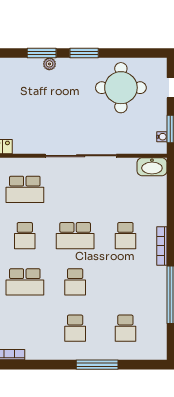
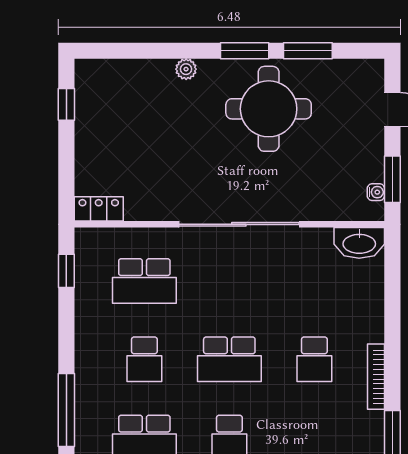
window: (42, 53) -> (308, 51), moved
round table: (121, 88) -> (269, 109), moved

